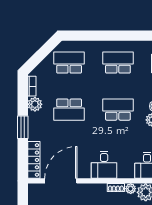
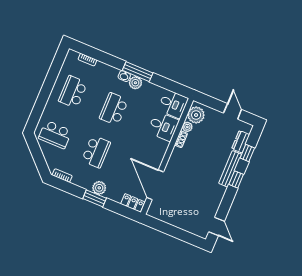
school desk: (69, 62) -> (55, 134), turned -90
plant: (35, 104) -> (99, 188), moved
locker: (34, 160) -> (133, 203), width x0.66
desk: (104, 165) -> (163, 126), moved

